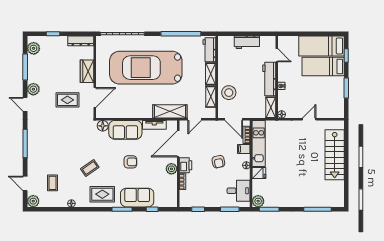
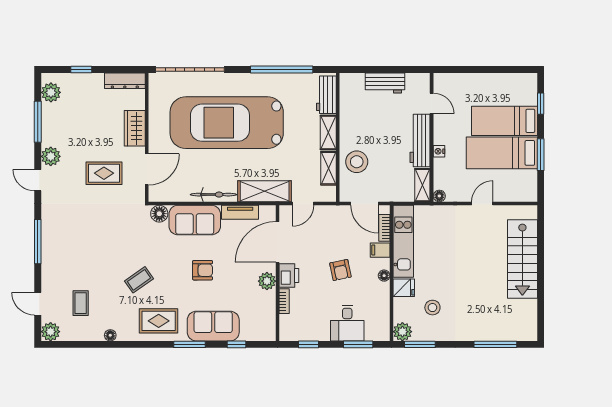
bed: (322, 46) -> (502, 153), moved
bicycle: (137, 114) -> (213, 195), added
stool: (277, 186) -> (432, 308), added
desk: (239, 191) -> (347, 323), moved, turned 90

